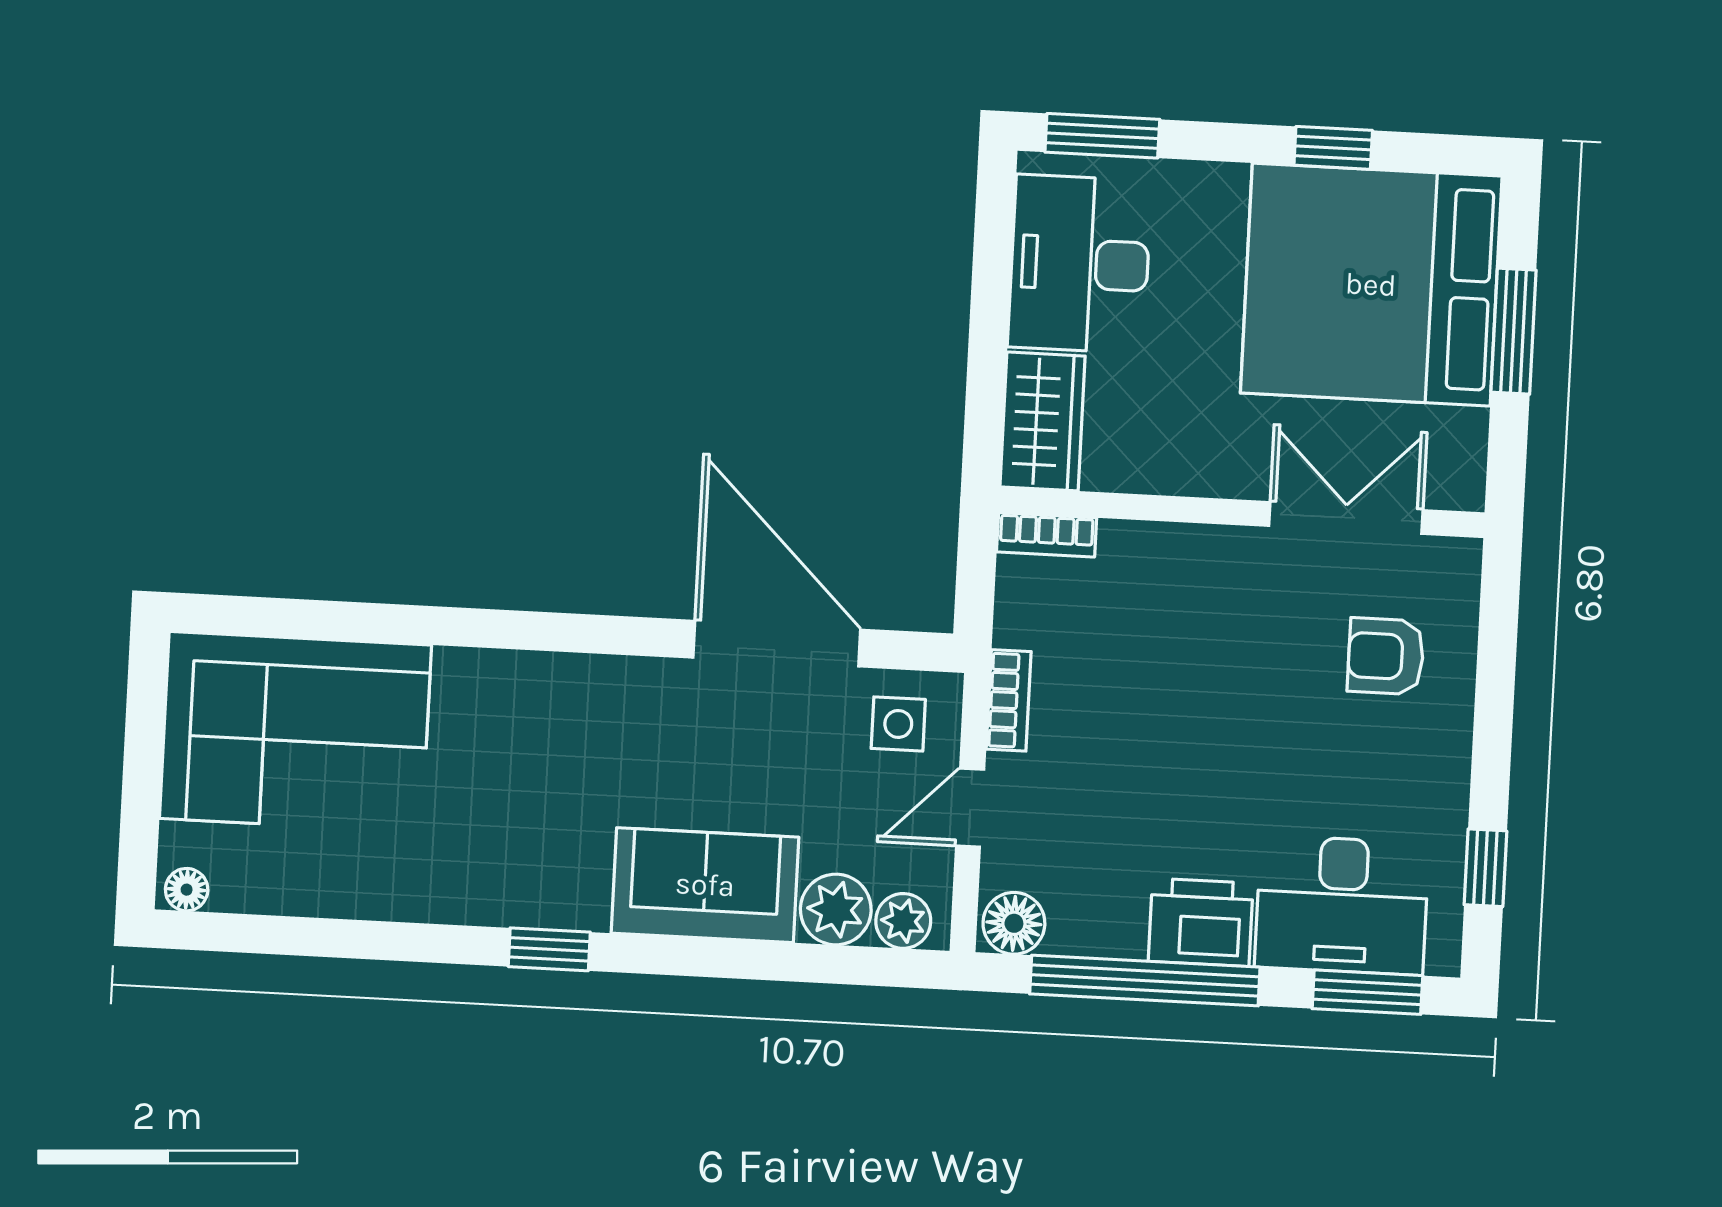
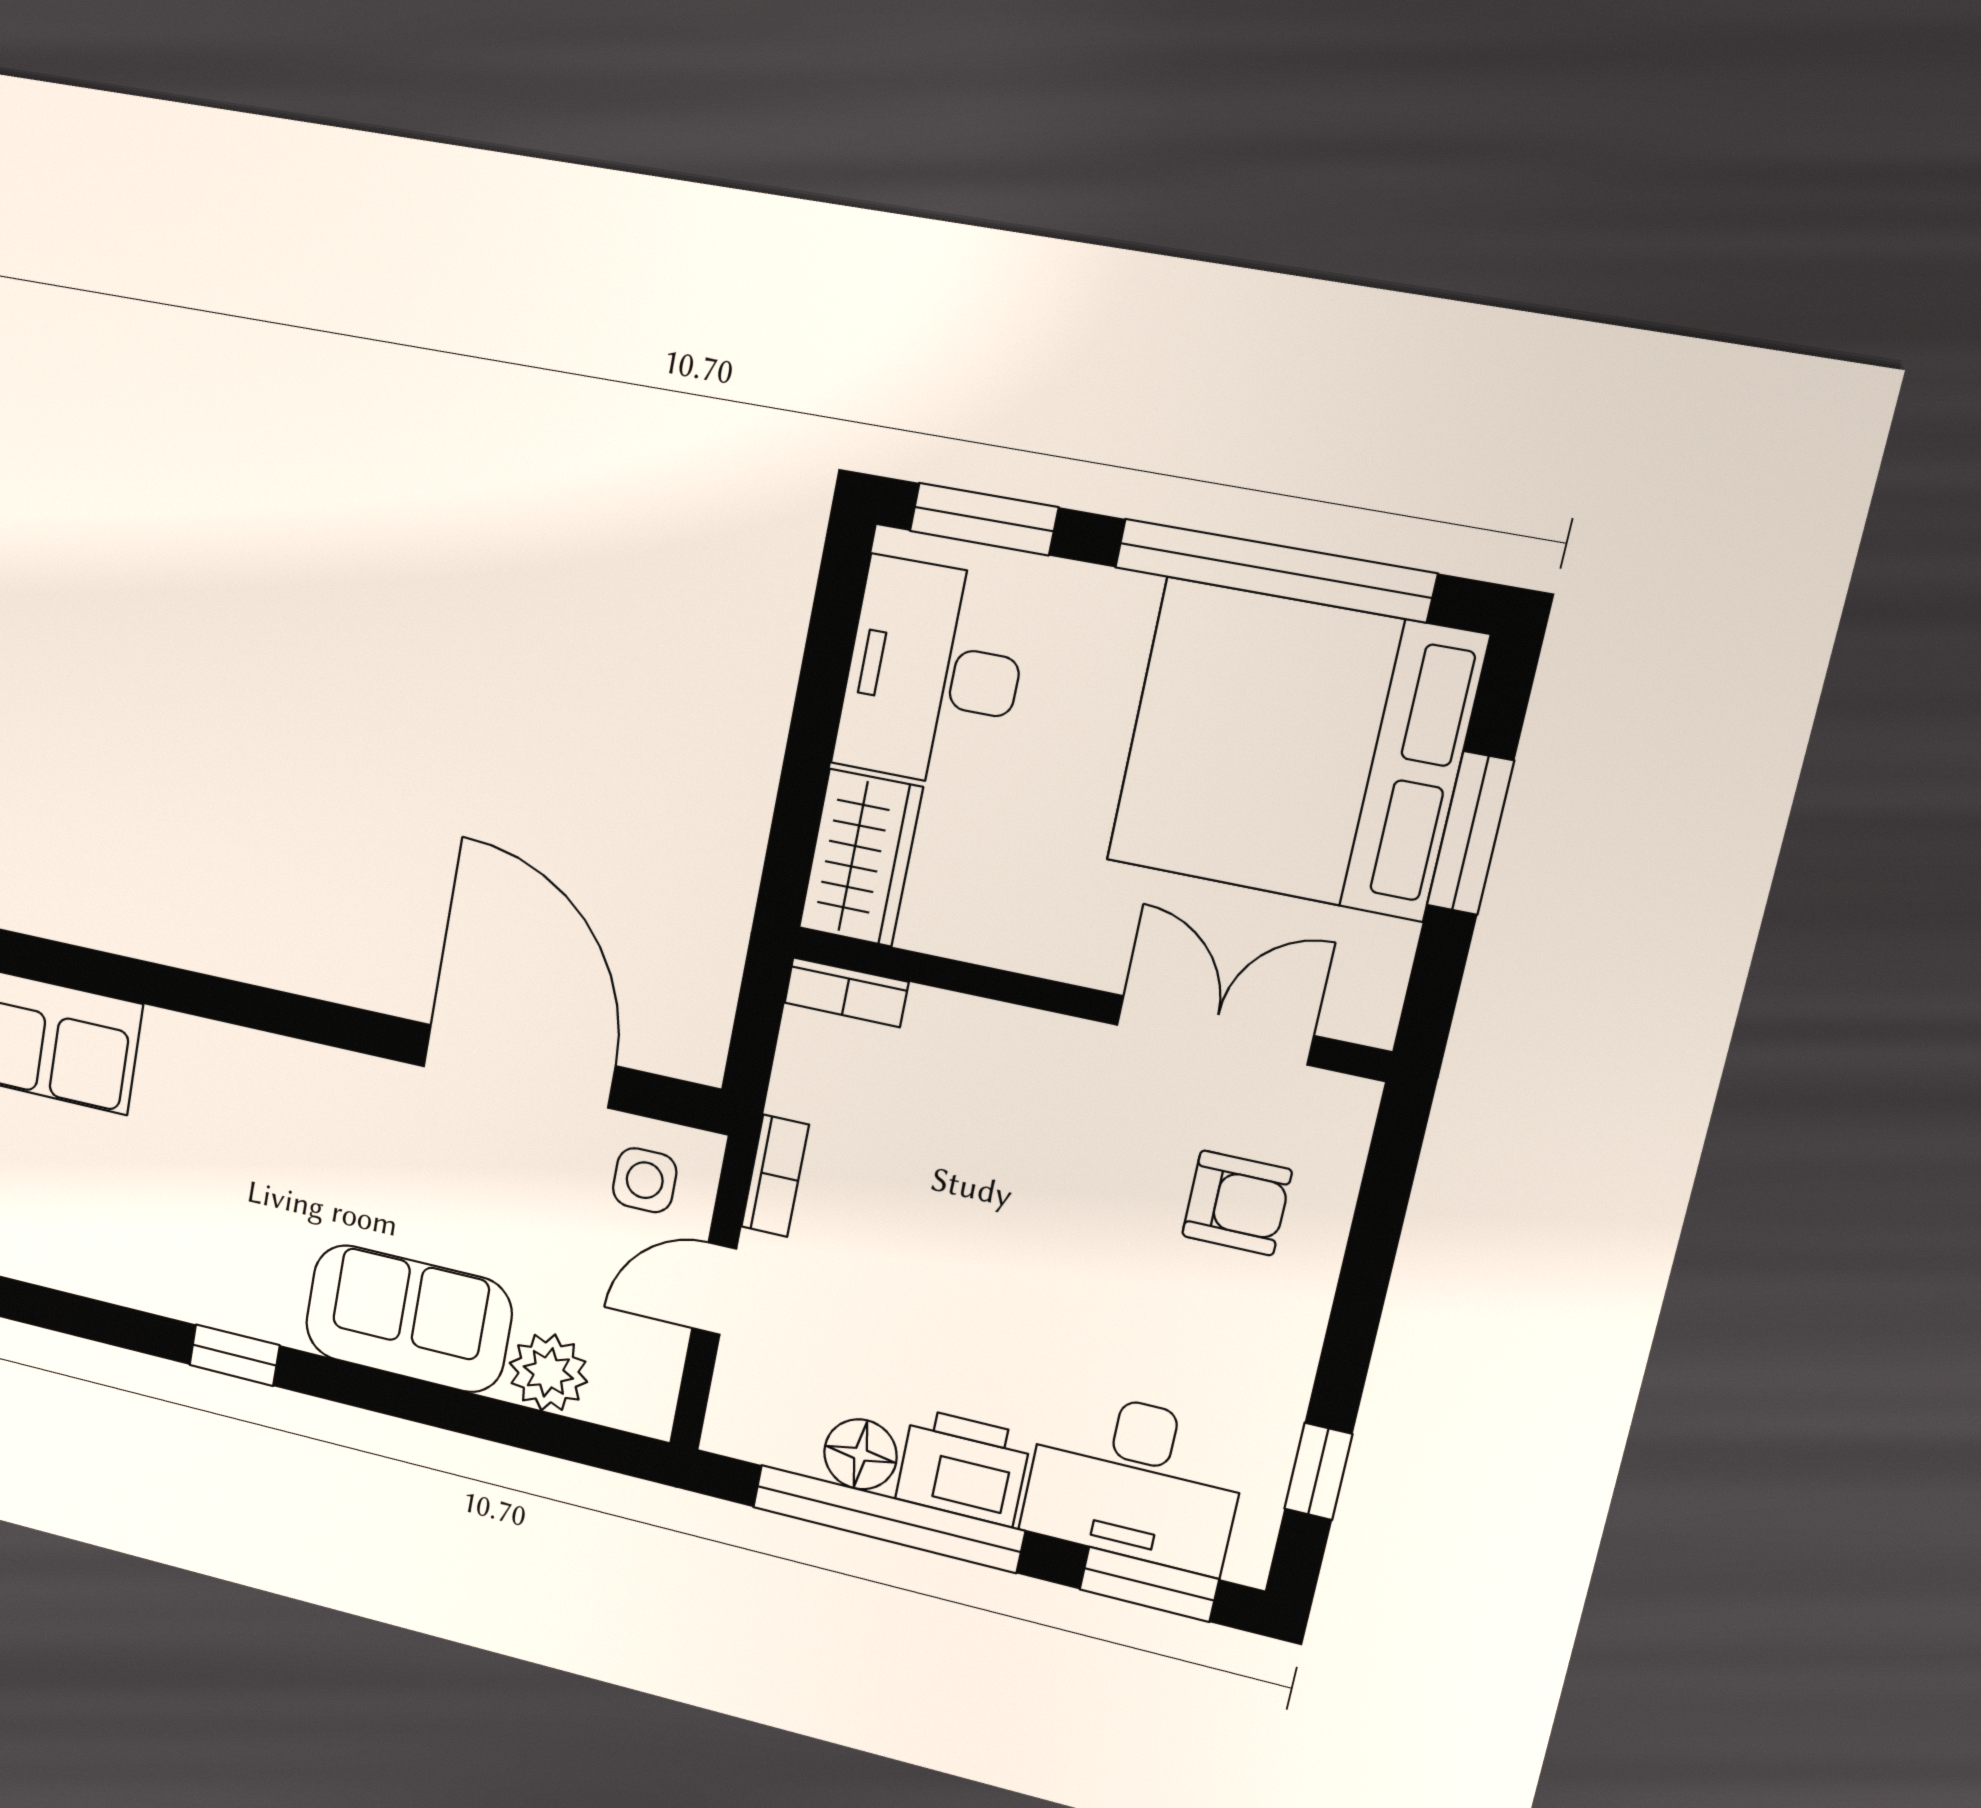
window: (1333, 148) -> (1275, 570), width x3.17
armchair: (1386, 656) -> (1237, 1203), turned 180
plant: (903, 921) -> (622, 1399), removed
floor lamp: (1014, 923) -> (860, 1454), moved

